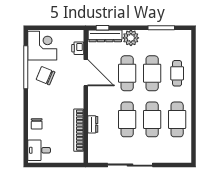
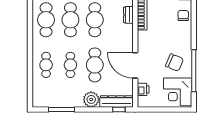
cafe table: (152, 73) -> (70, 65), width x0.73, depth x0.74

